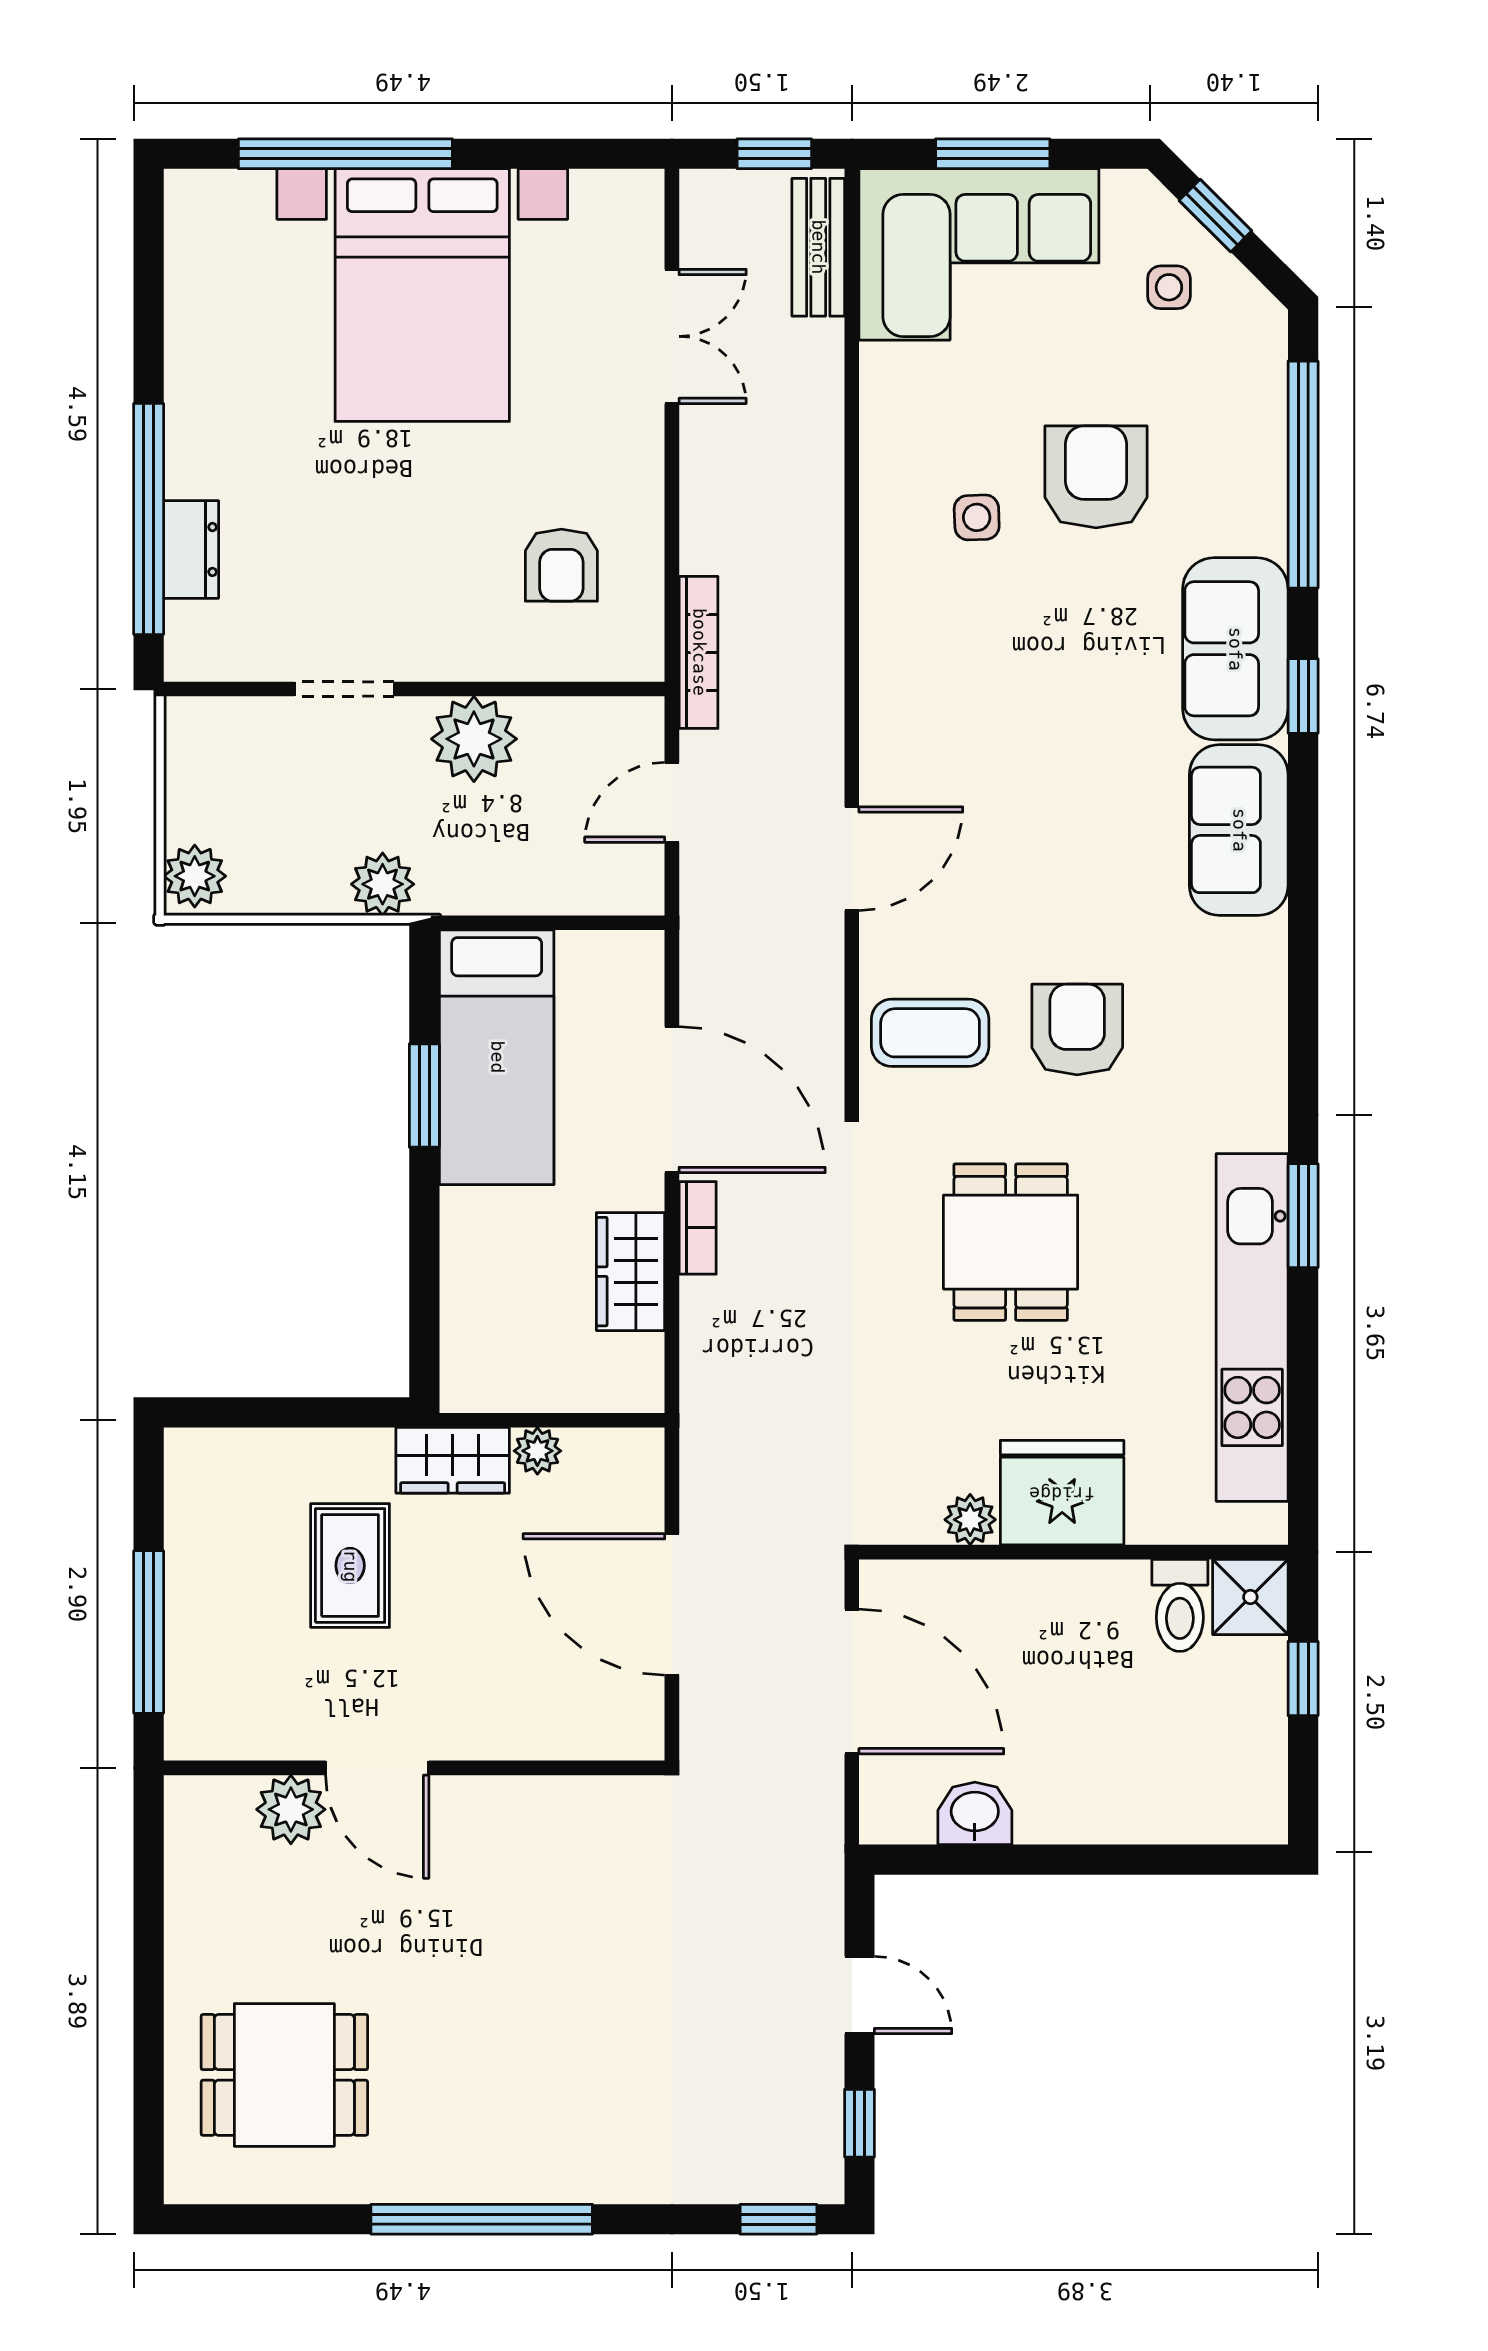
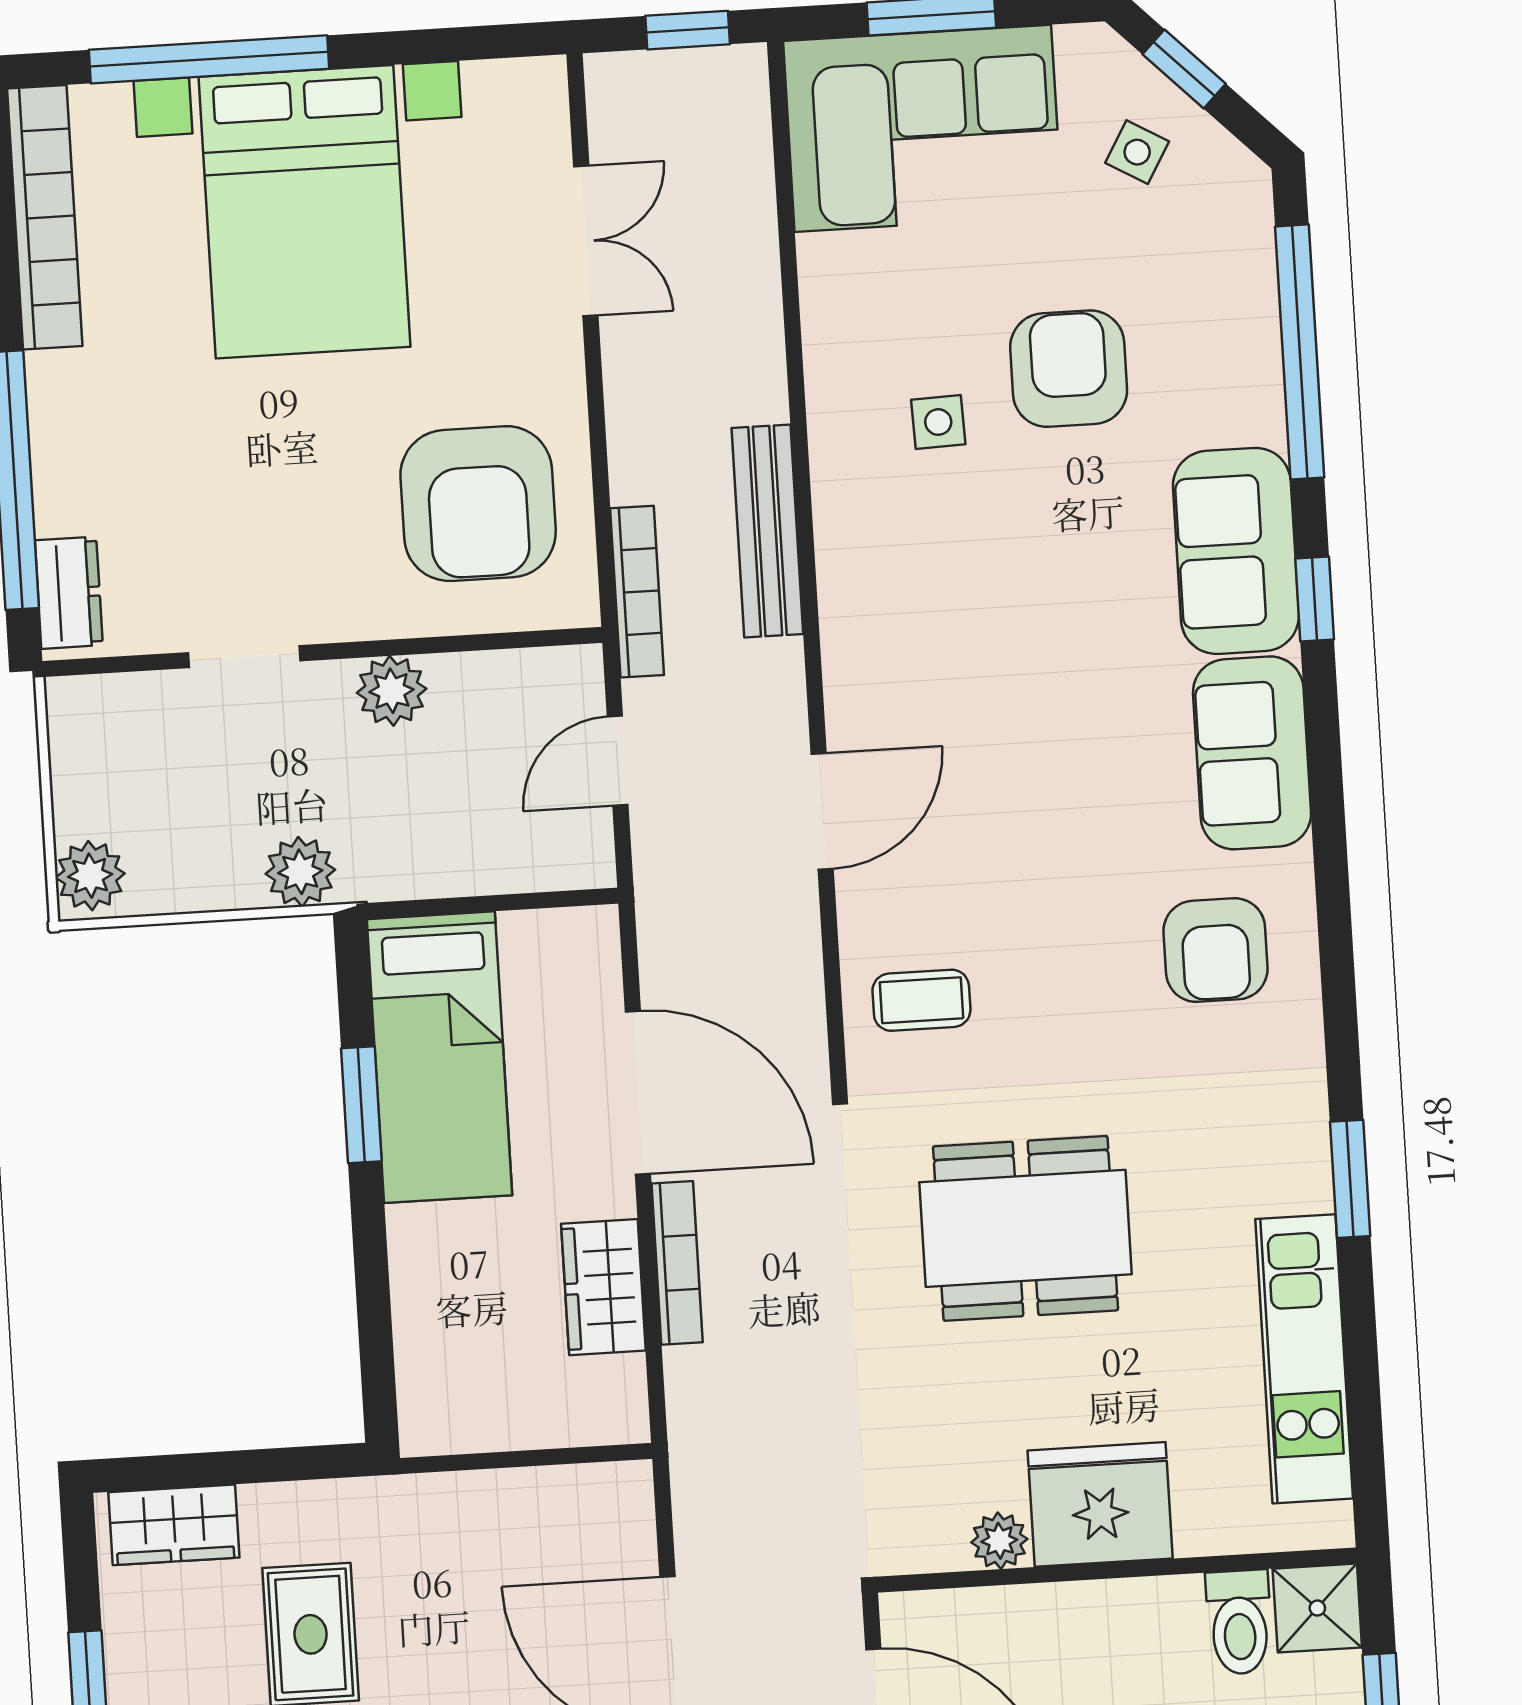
bench: (818, 247) -> (767, 531), moved, width x1.36
bookcase: (190, 286) -> (45, 217), added
side table: (1169, 287) -> (1137, 152), turned 30
dresser: (191, 549) -> (69, 593), moved
armchair: (561, 565) -> (478, 504), width x1.88, depth x1.88
plant: (474, 739) -> (392, 691), width x0.73, depth x0.73
armchair: (1077, 1030) -> (1216, 950), moved, turned 180
coffee table: (930, 1033) -> (921, 1000), width x0.73, depth x0.77
bookcase: (698, 1228) -> (677, 1263), width x1.56
dining table: (1011, 1242) -> (1026, 1228), width x1.38
kitchen unit: (1252, 1327) -> (1304, 1359), width x0.73
plant: (537, 1451) -> (512, 1494), removed
wardrobe: (453, 1460) -> (174, 1525), moved

